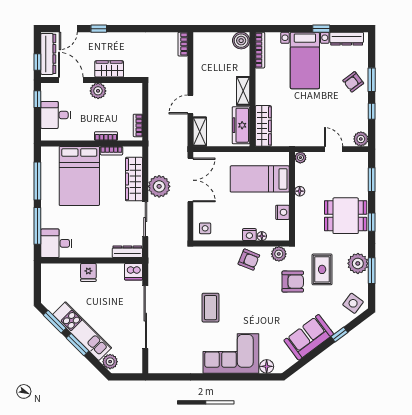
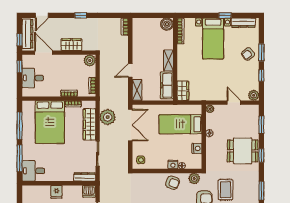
window: (99, 29) -> (81, 15), moved
plant: (98, 91) -> (90, 60), moved
wardrobe: (263, 126) -> (183, 91), width x0.67
plant: (159, 186) -> (108, 117), moved
plant: (358, 263) -> (251, 185), removed

